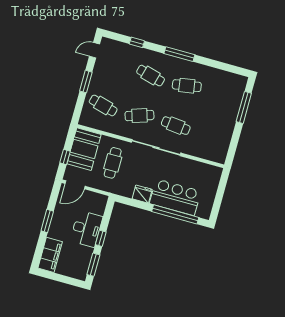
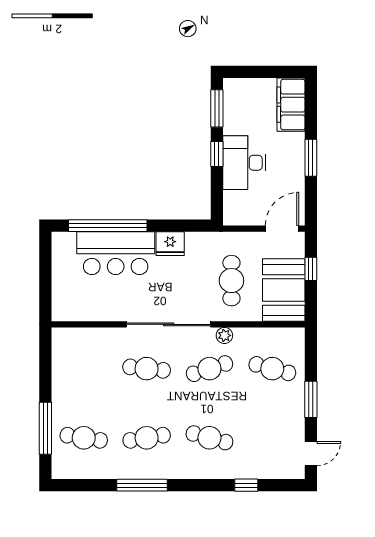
window: (179, 54) -> (142, 485), moved
cafe table: (223, 96) -> (84, 438), added
plant: (126, 132) -> (224, 335), added

